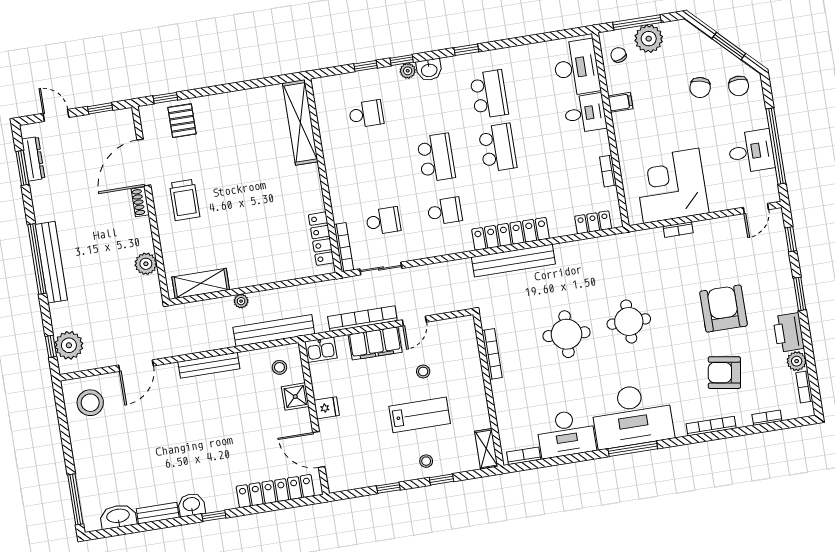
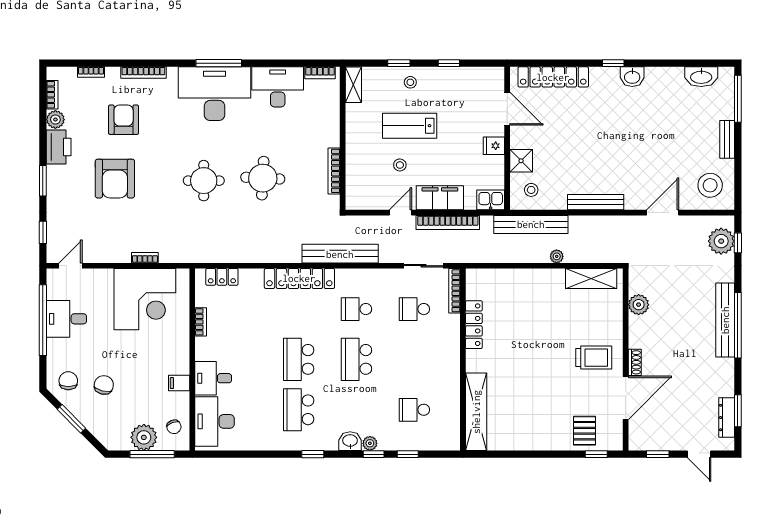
trolley: (185, 200) -> (594, 358), turned 90
locker: (321, 239) -> (474, 325), moved
bench: (513, 260) -> (340, 254), moved
armchair: (724, 373) -> (124, 120), turned -99
bench: (158, 513) -> (727, 139), moved, turned 90

